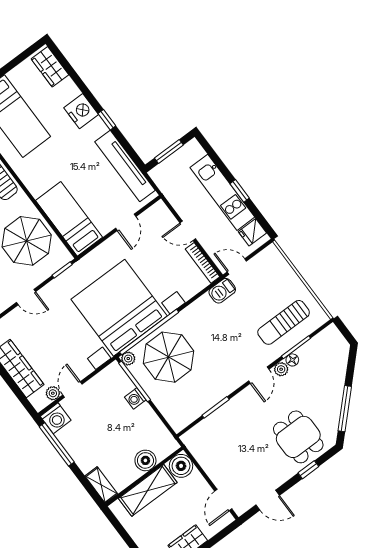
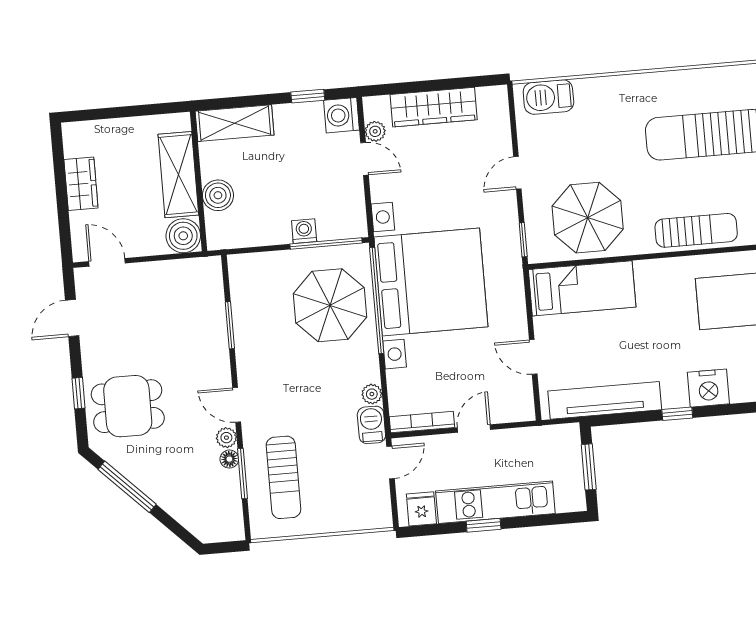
sun lounger: (284, 322) -> (283, 477), turned 180
plant: (128, 359) -> (372, 394), moved
window: (57, 444) -> (308, 96), width x0.46
shelving: (101, 485) -> (235, 123), width x1.50, depth x1.33

